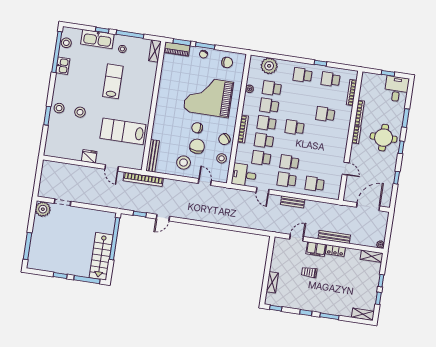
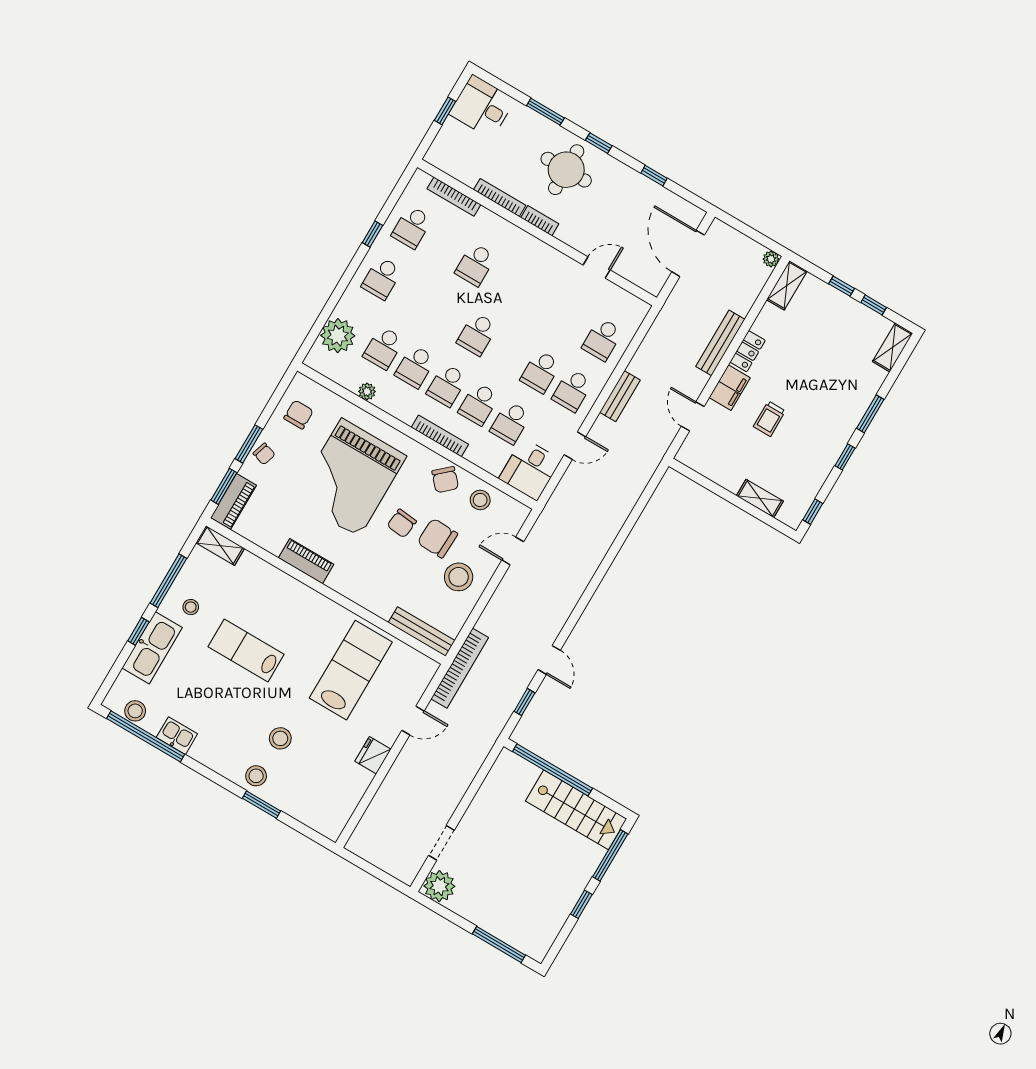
piano: (163, 92) -> (306, 561), added
lab bench: (123, 131) -> (351, 670), turned 180

